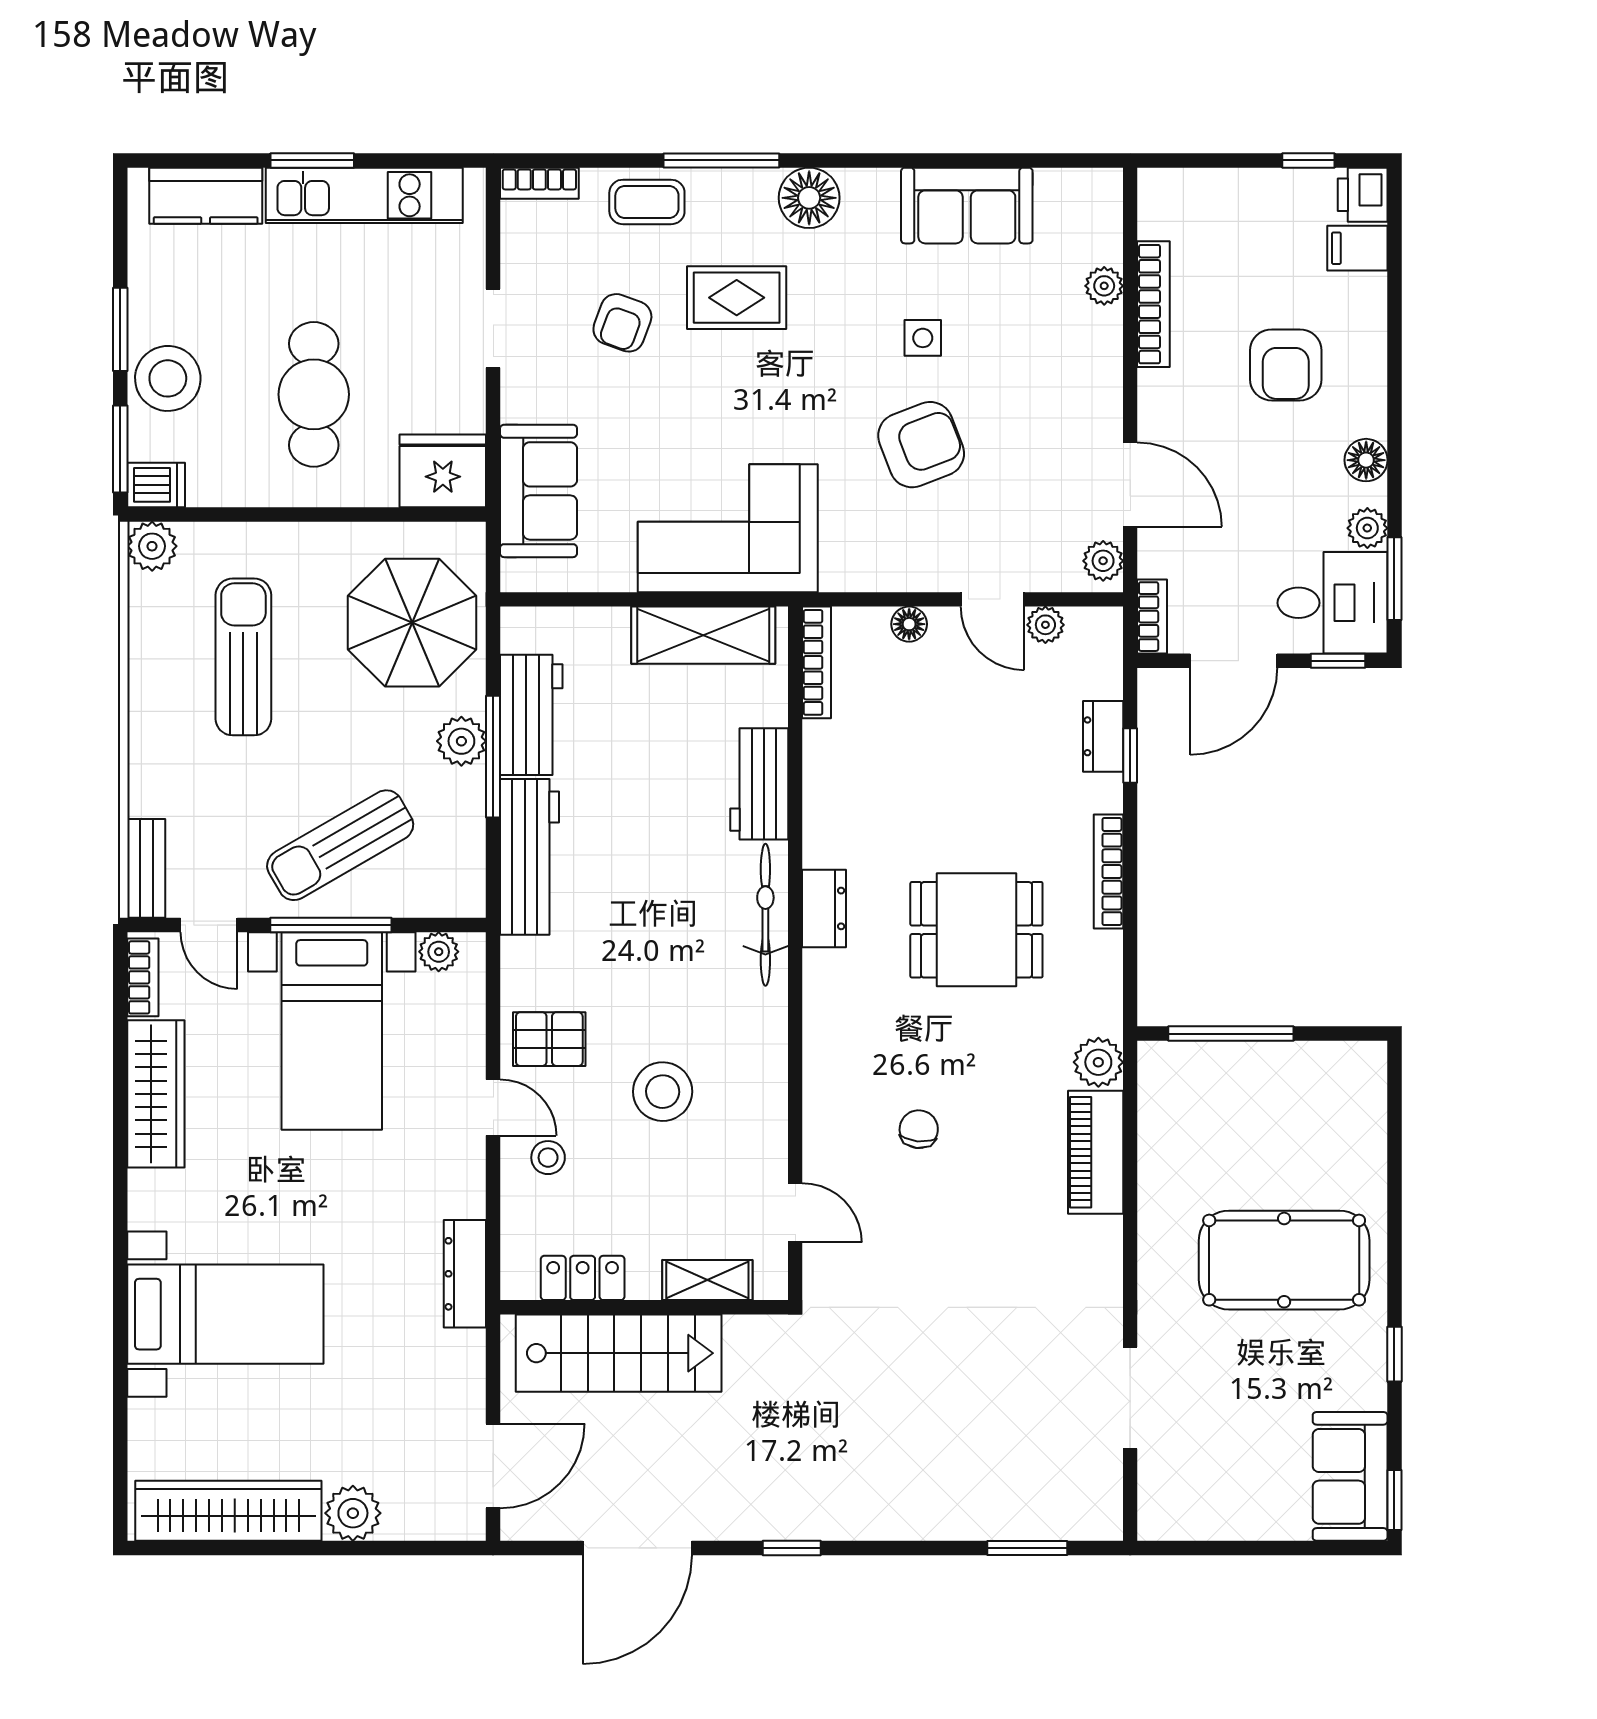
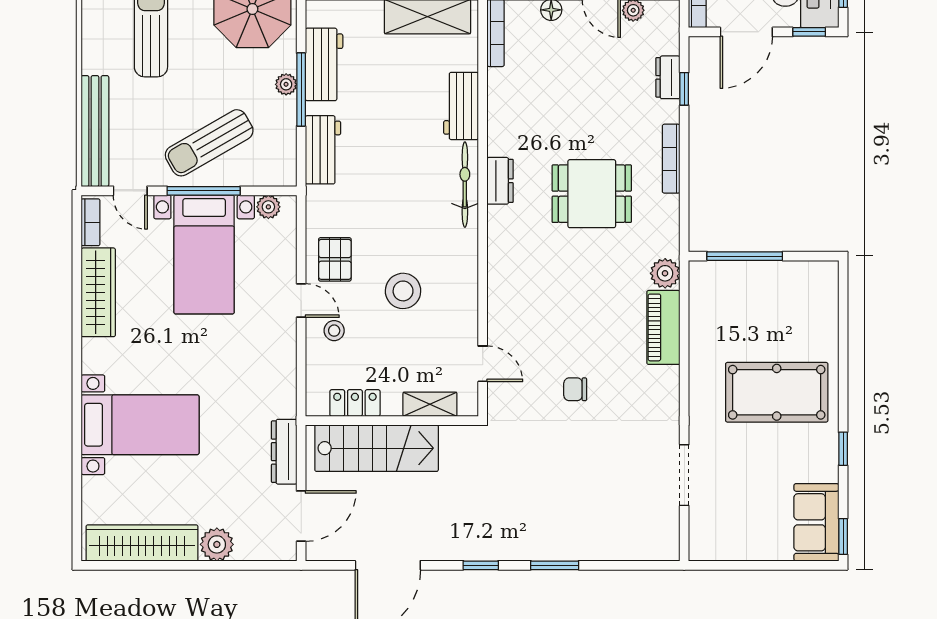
plant: (461, 741) -> (286, 84), width x0.73, depth x0.73
workbench: (529, 857) -> (323, 150), width x0.73
bench: (146, 868) -> (95, 131), width x1.86, depth x1.21
pallet: (549, 1039) -> (335, 259), turned 90
chair: (919, 1129) -> (575, 389), moved, turned -96
dresser: (465, 1274) -> (284, 452), moved
window: (1027, 1548) -> (555, 565), moved

